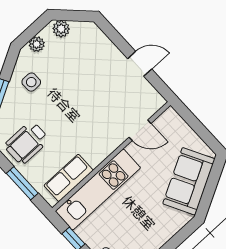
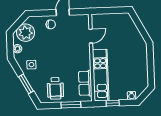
plant: (61, 29) -> (26, 33), width x1.88, depth x1.88
chair: (109, 62) -> (51, 24), added
sofa: (189, 181) -> (130, 34), removed

